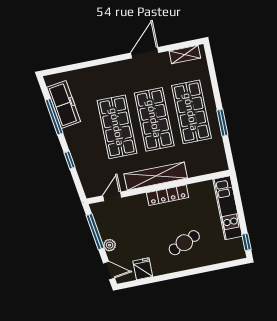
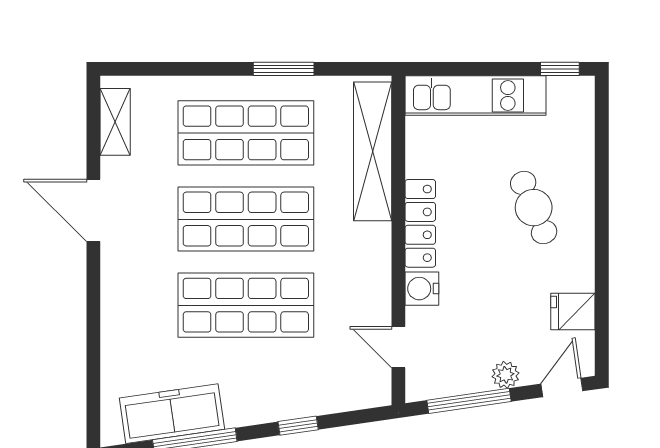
shelving: (156, 176) -> (373, 151), moved
water cooler: (140, 201) -> (422, 289), added

